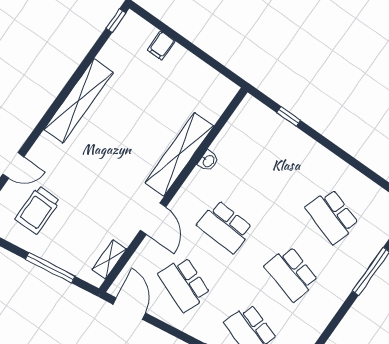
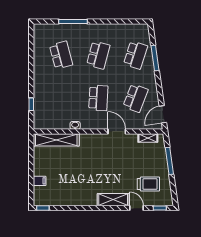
shelving: (78, 101) -> (113, 200), moved, width x0.68
shelving: (179, 154) -> (56, 140), moved
school desk: (332, 216) -> (61, 55), turned -33
door: (153, 219) -> (117, 132), hinge flipped

